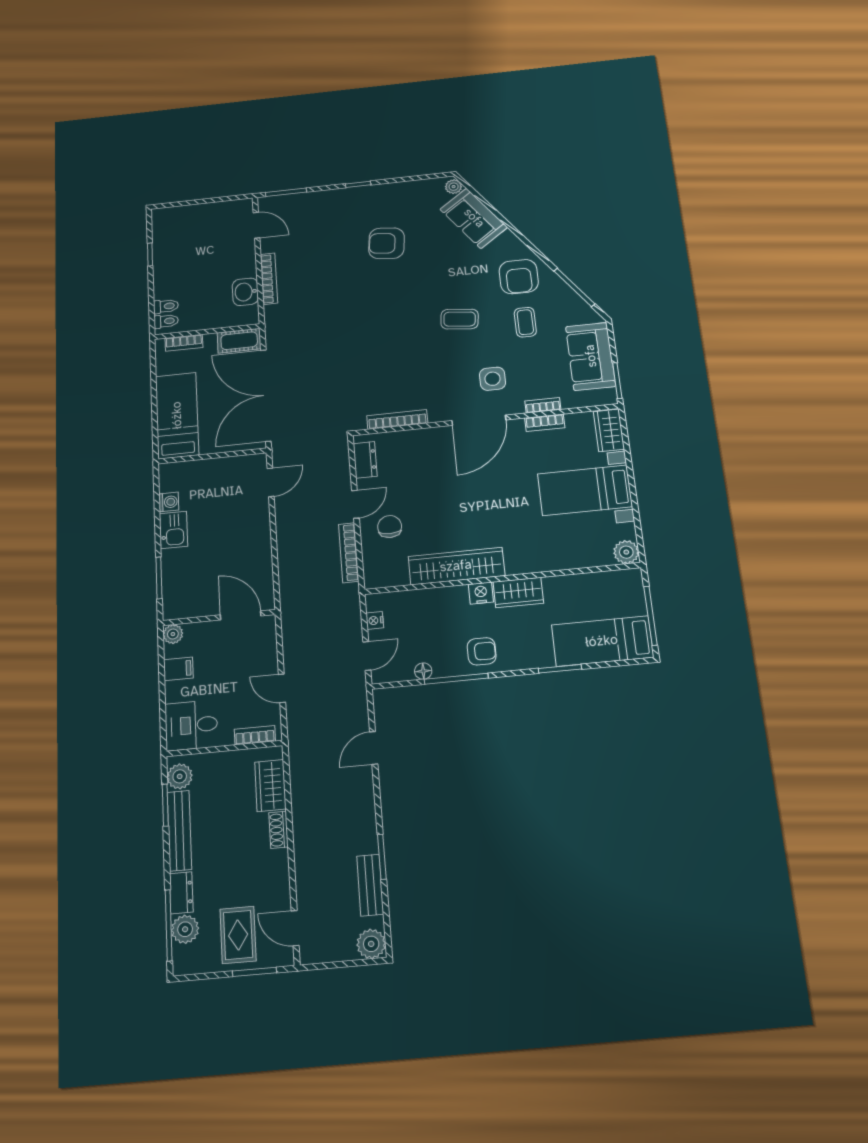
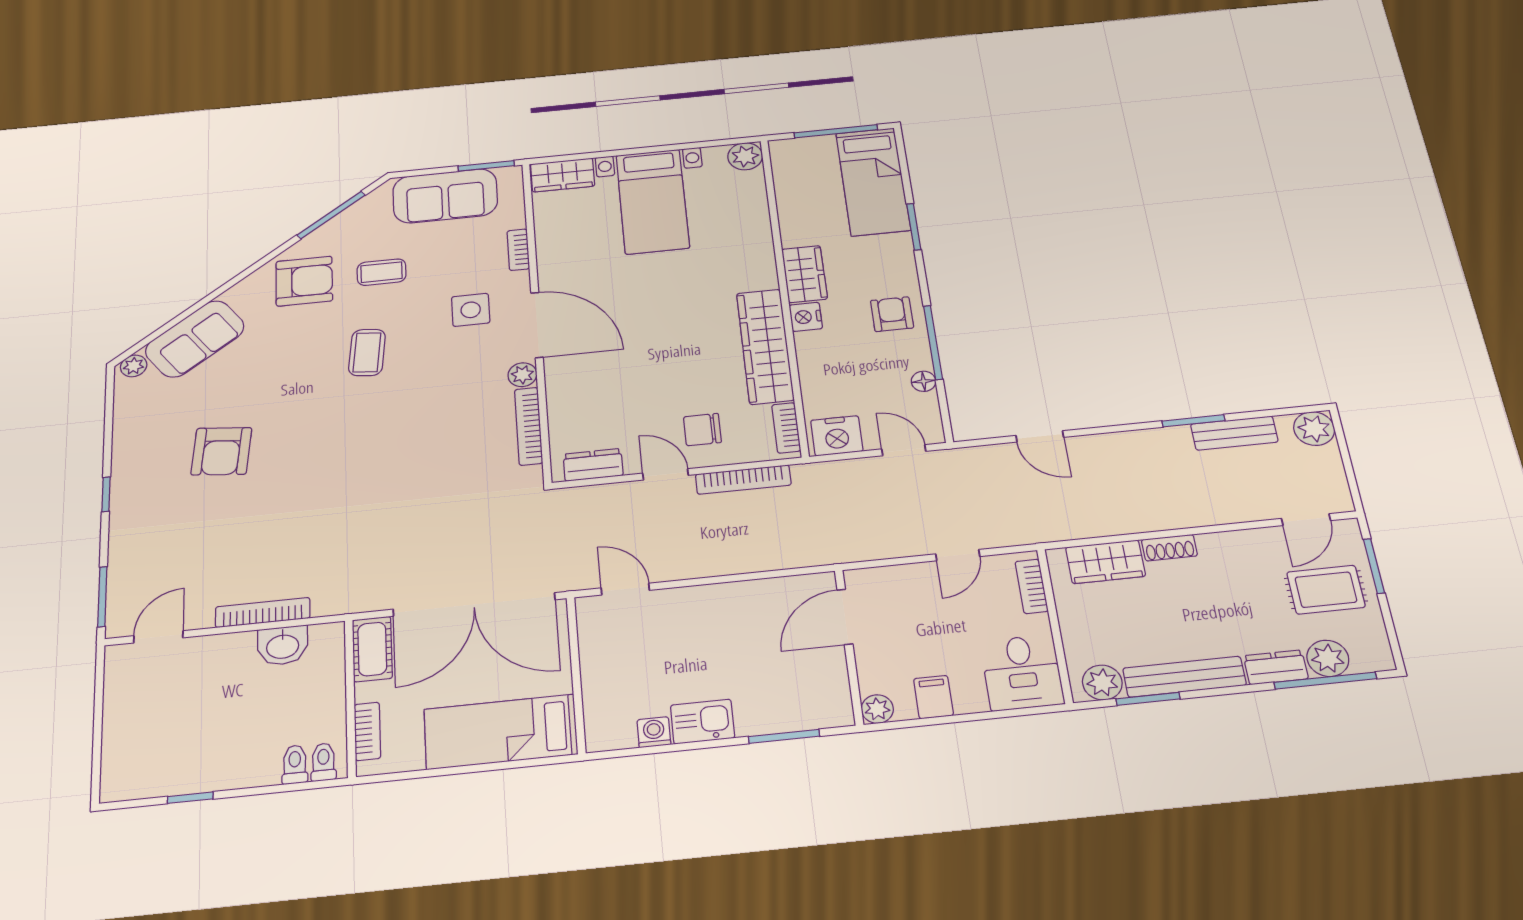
plant: (438, 414) -> (522, 375), added
bookcase: (545, 423) -> (786, 428), moved, turned 180
nightstand: (375, 620) -> (837, 436), width x1.89, depth x1.79

